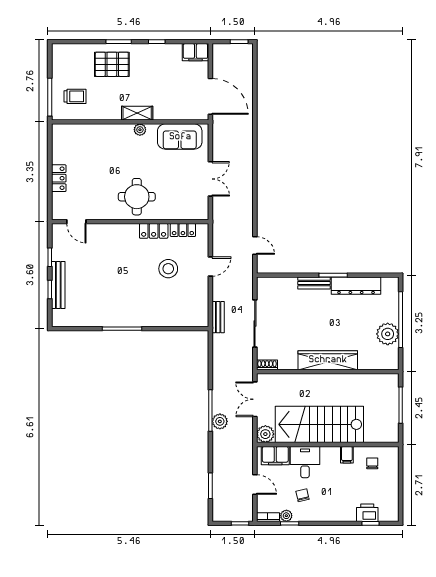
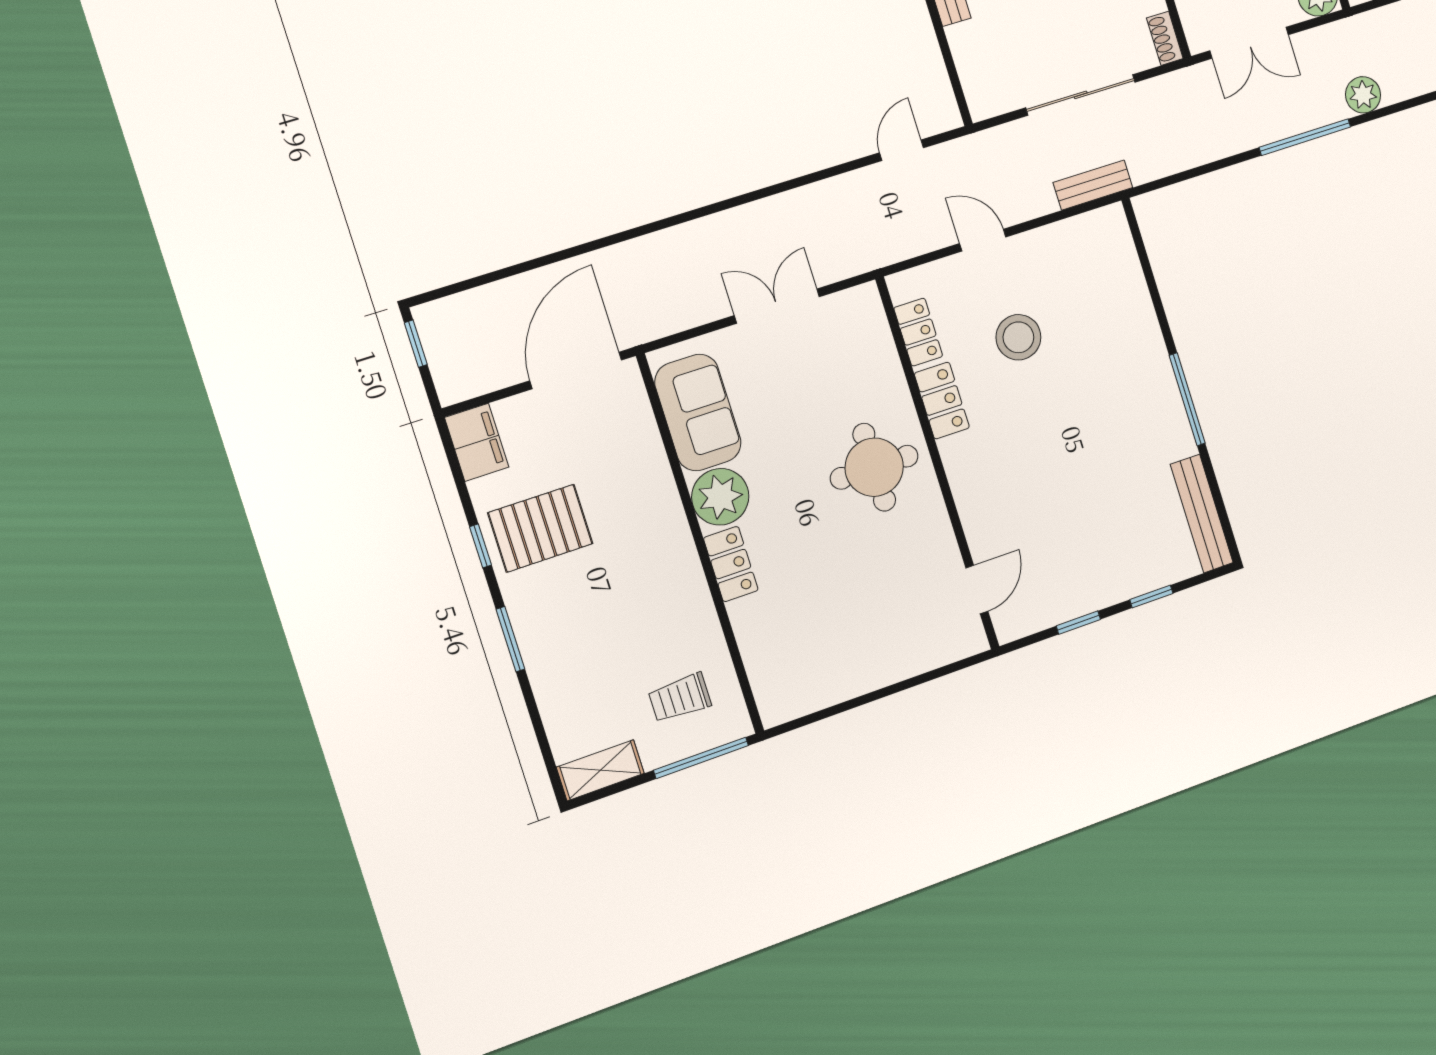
pallet: (112, 64) -> (540, 528), moved, turned 90
trolley: (75, 96) -> (680, 698), turned -90
shelving: (137, 113) -> (600, 770), moved, turned 90
plant: (140, 130) -> (720, 497), width x1.88, depth x1.88
locker: (59, 178) -> (731, 564), moved, turned 90
bench: (58, 285) -> (1202, 514), moved, turned 90
plant: (220, 421) -> (1363, 95), moved

